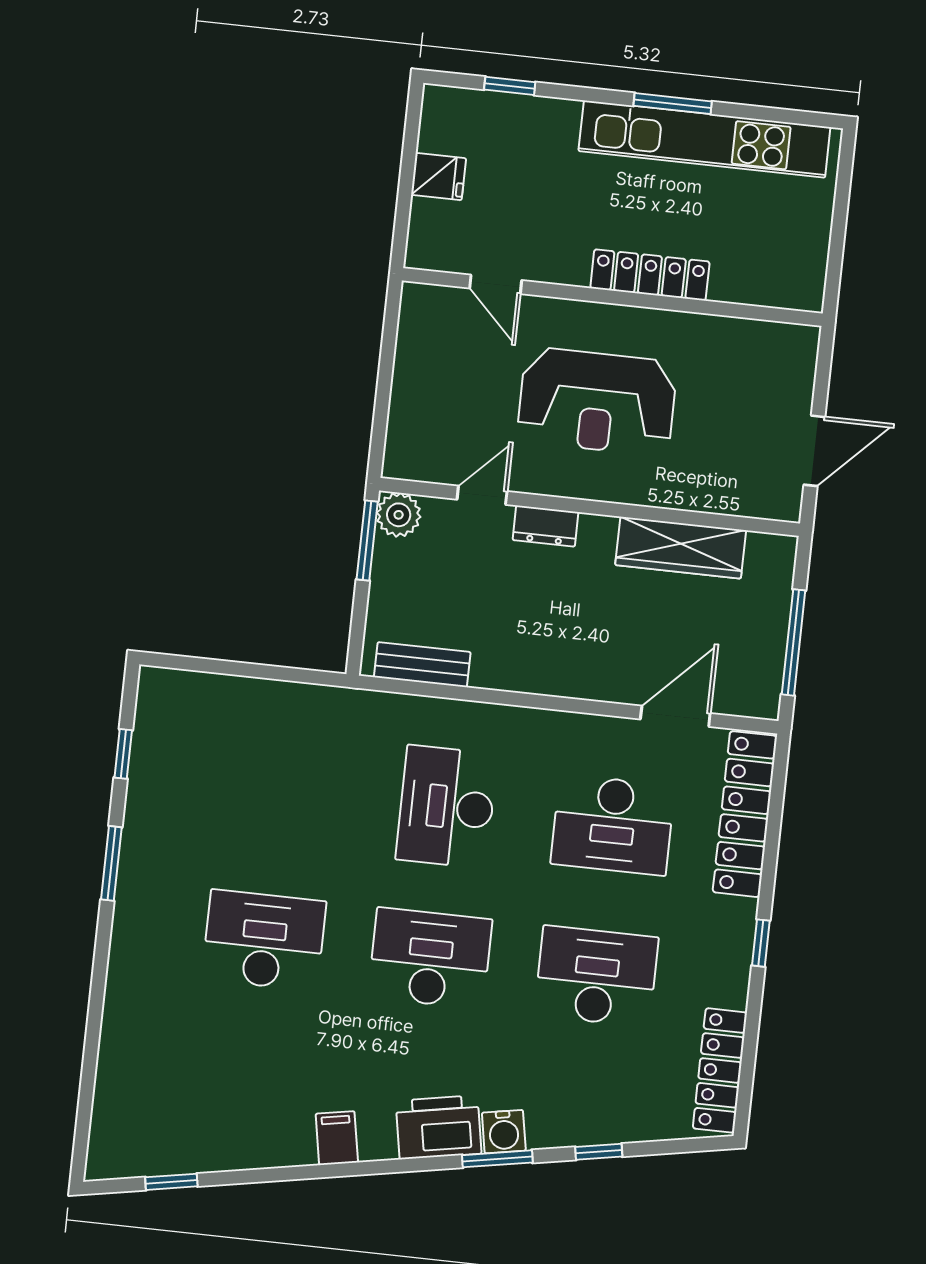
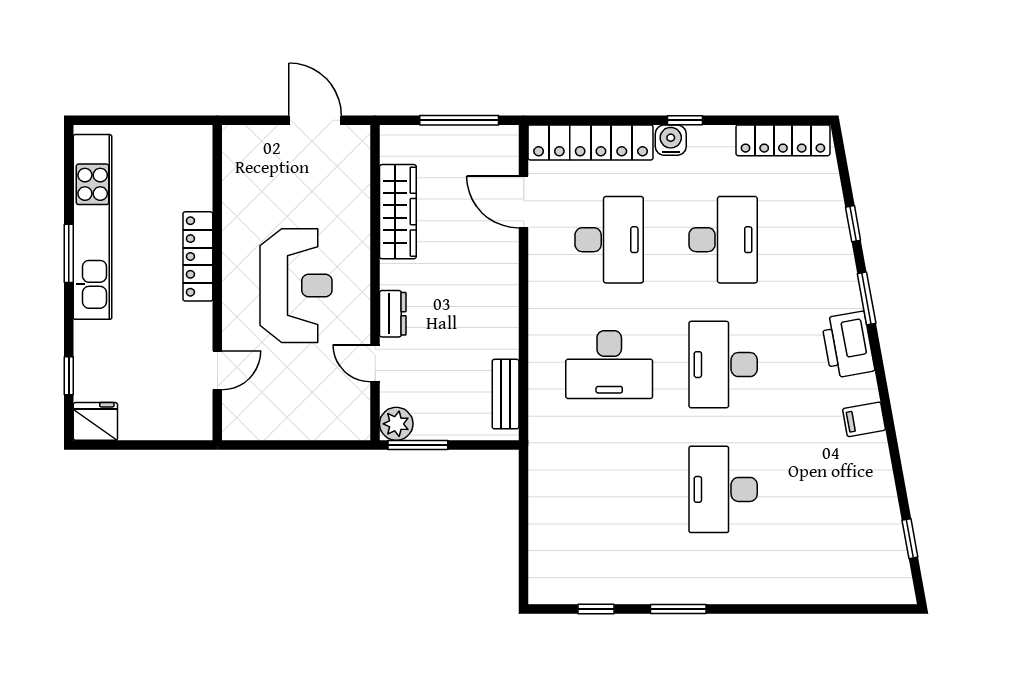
fridge: (438, 177) -> (95, 421), moved, width x1.38
desk: (596, 976) -> (723, 240), turned 180
water cooler: (504, 1132) -> (671, 140), moved, turned -80

